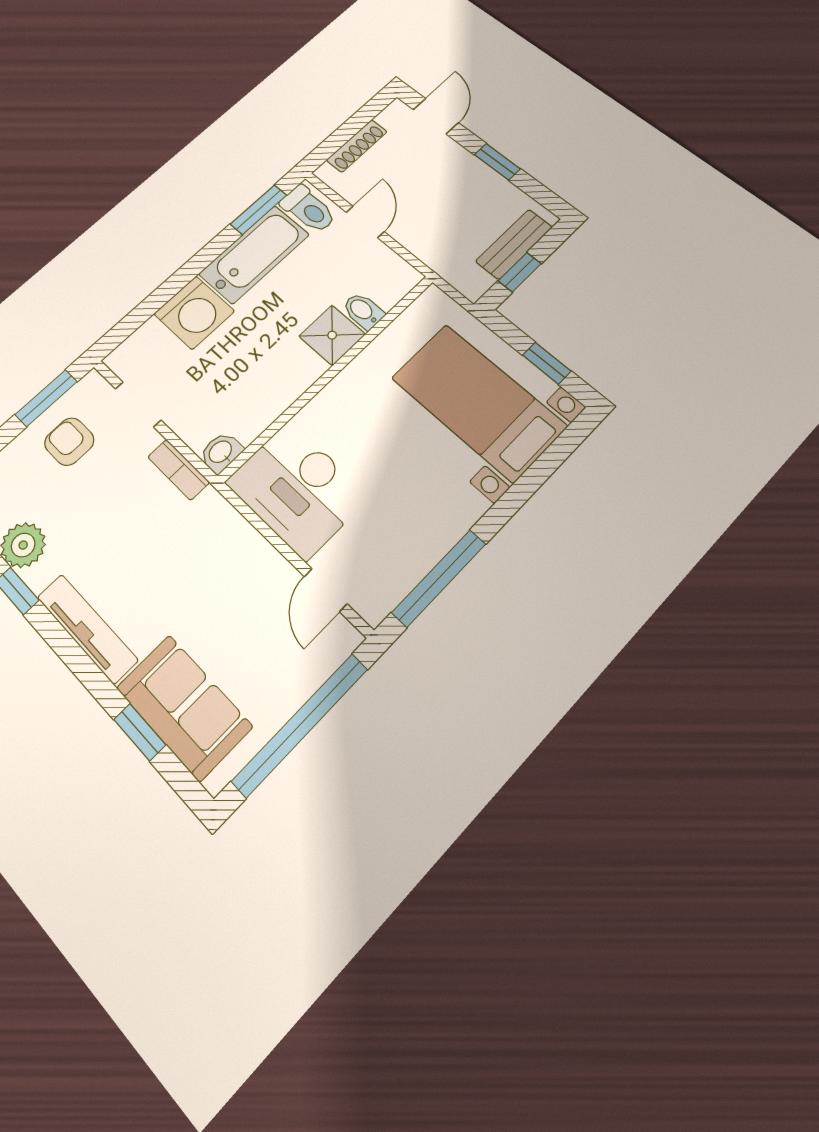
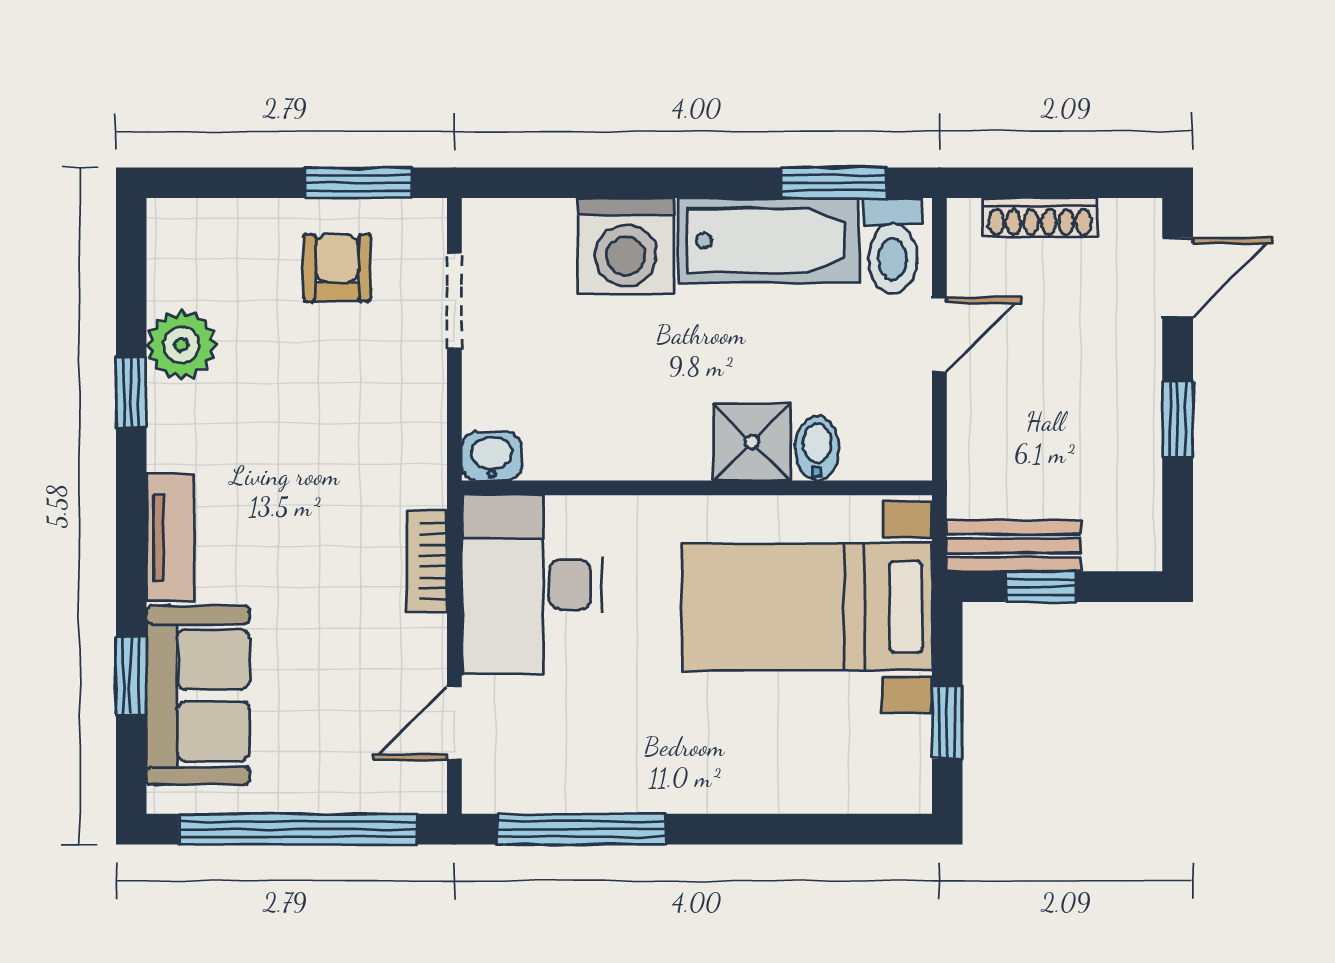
bench: (514, 244) -> (1014, 546), moved
bed with nightstands: (478, 402) -> (807, 607), moved, turned -90
bookcase: (178, 470) -> (427, 561), moved
tv unit: (87, 628) -> (171, 538), width x0.71

